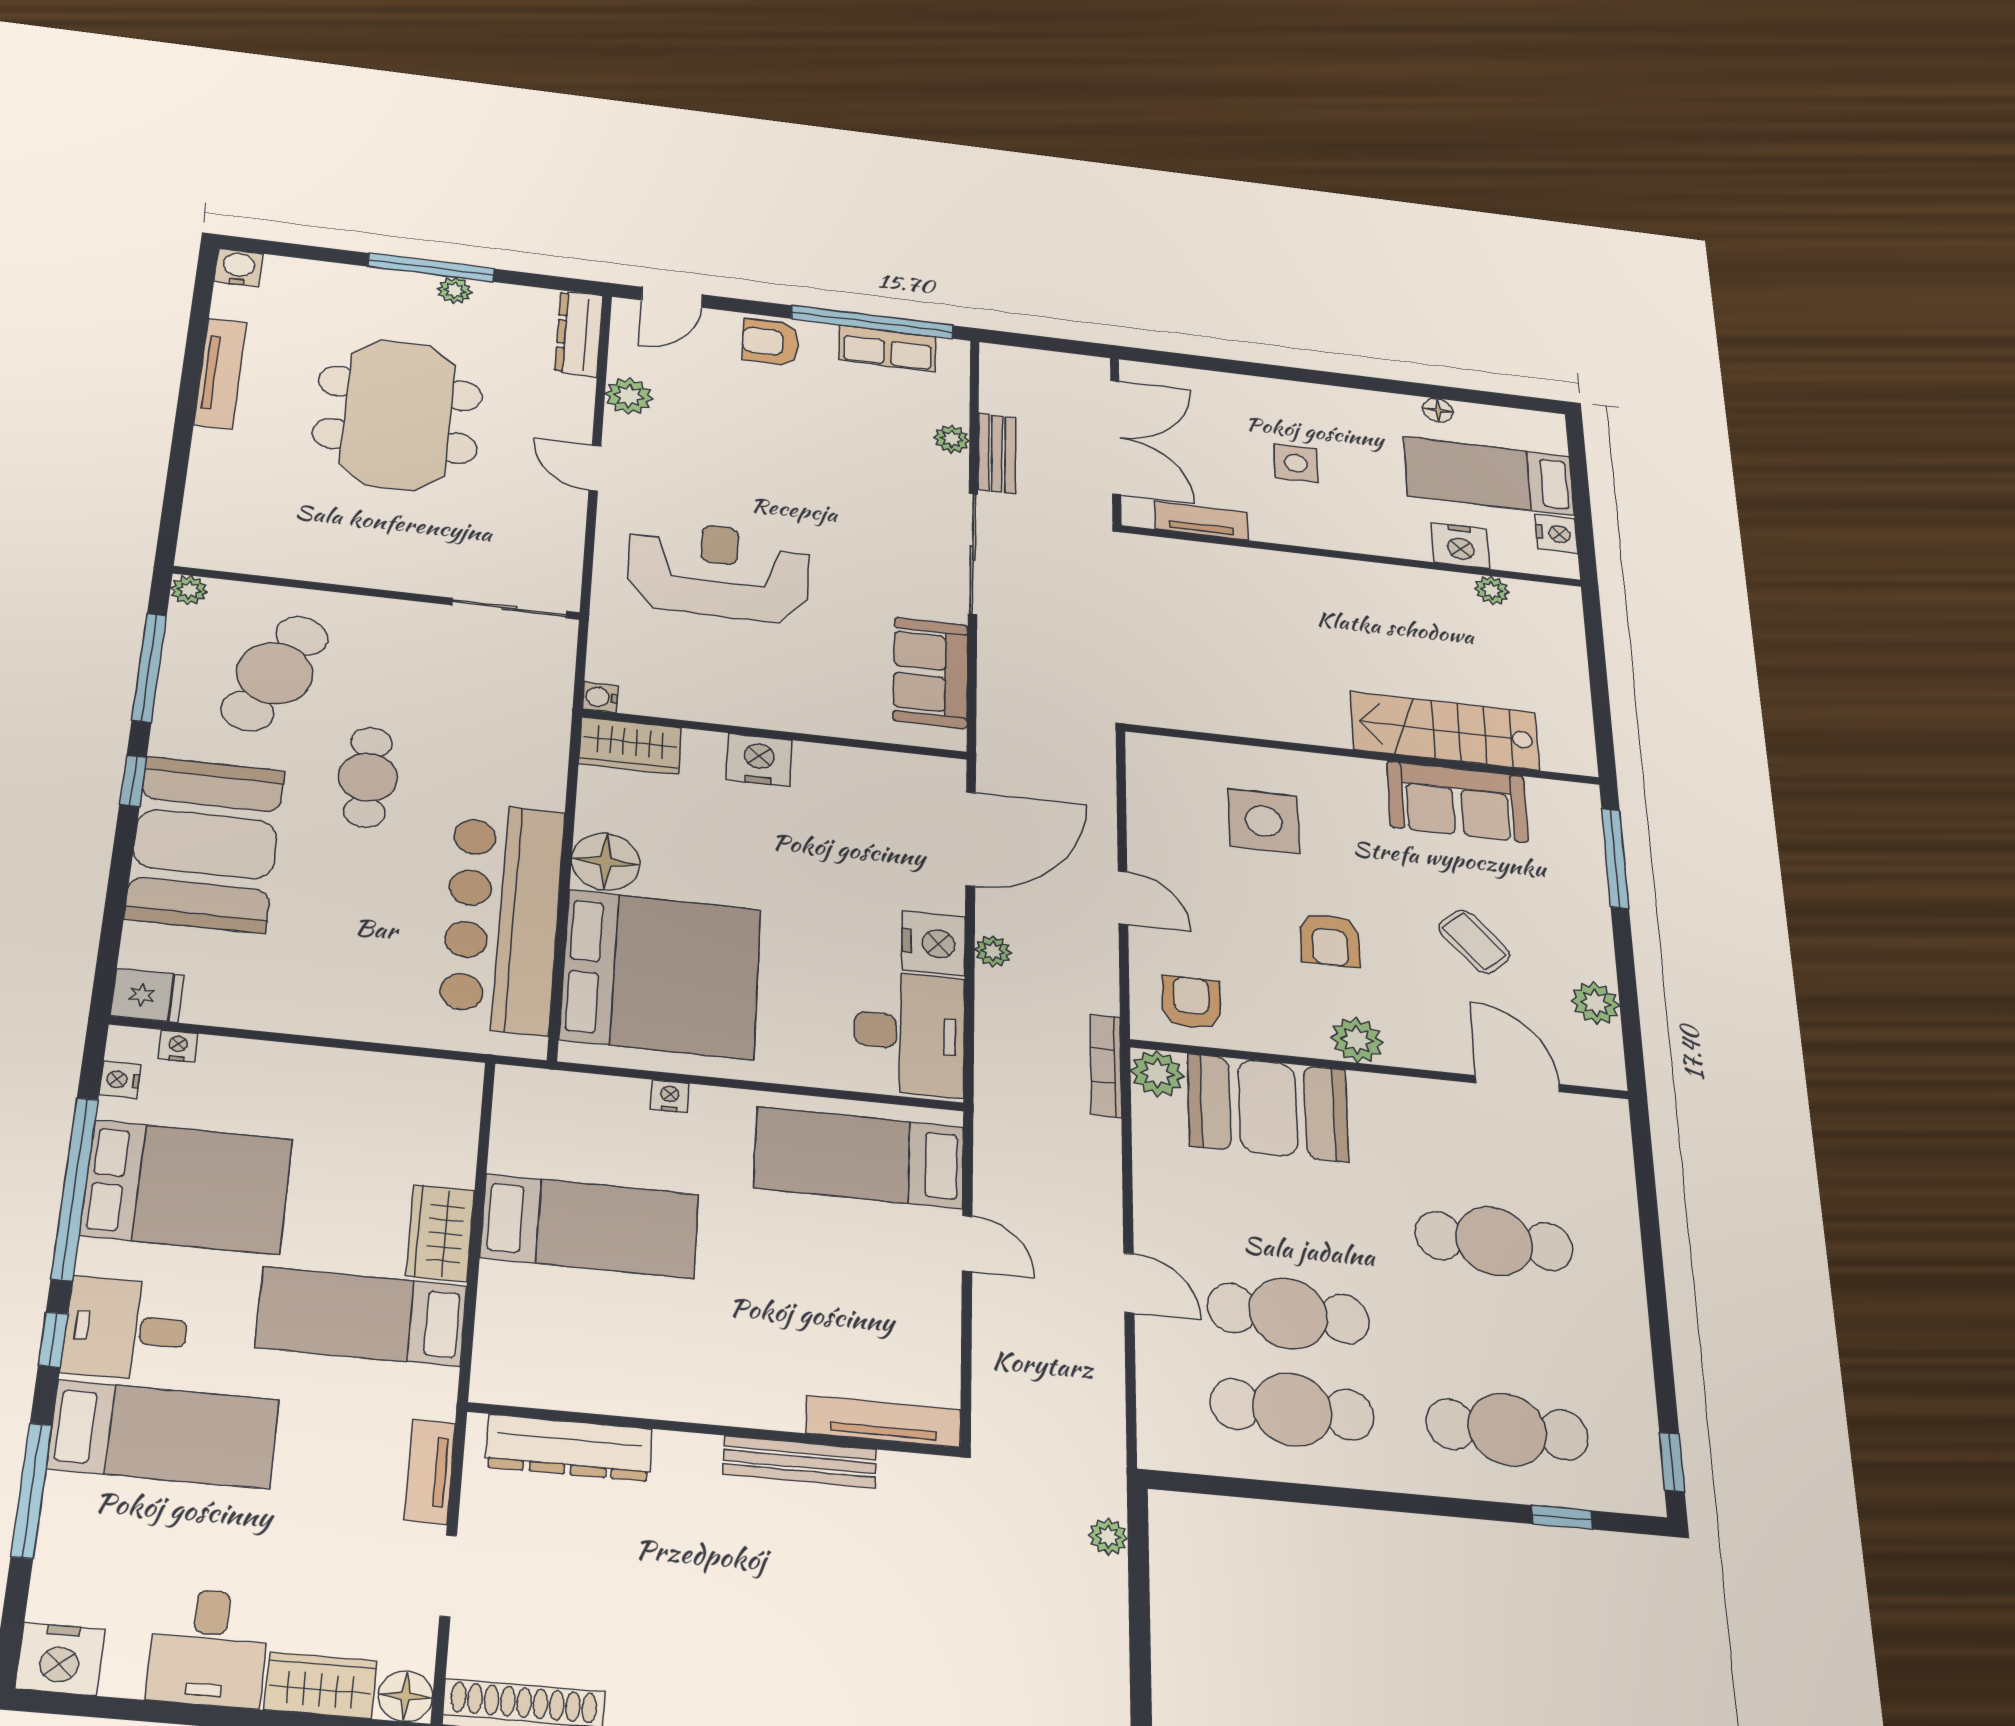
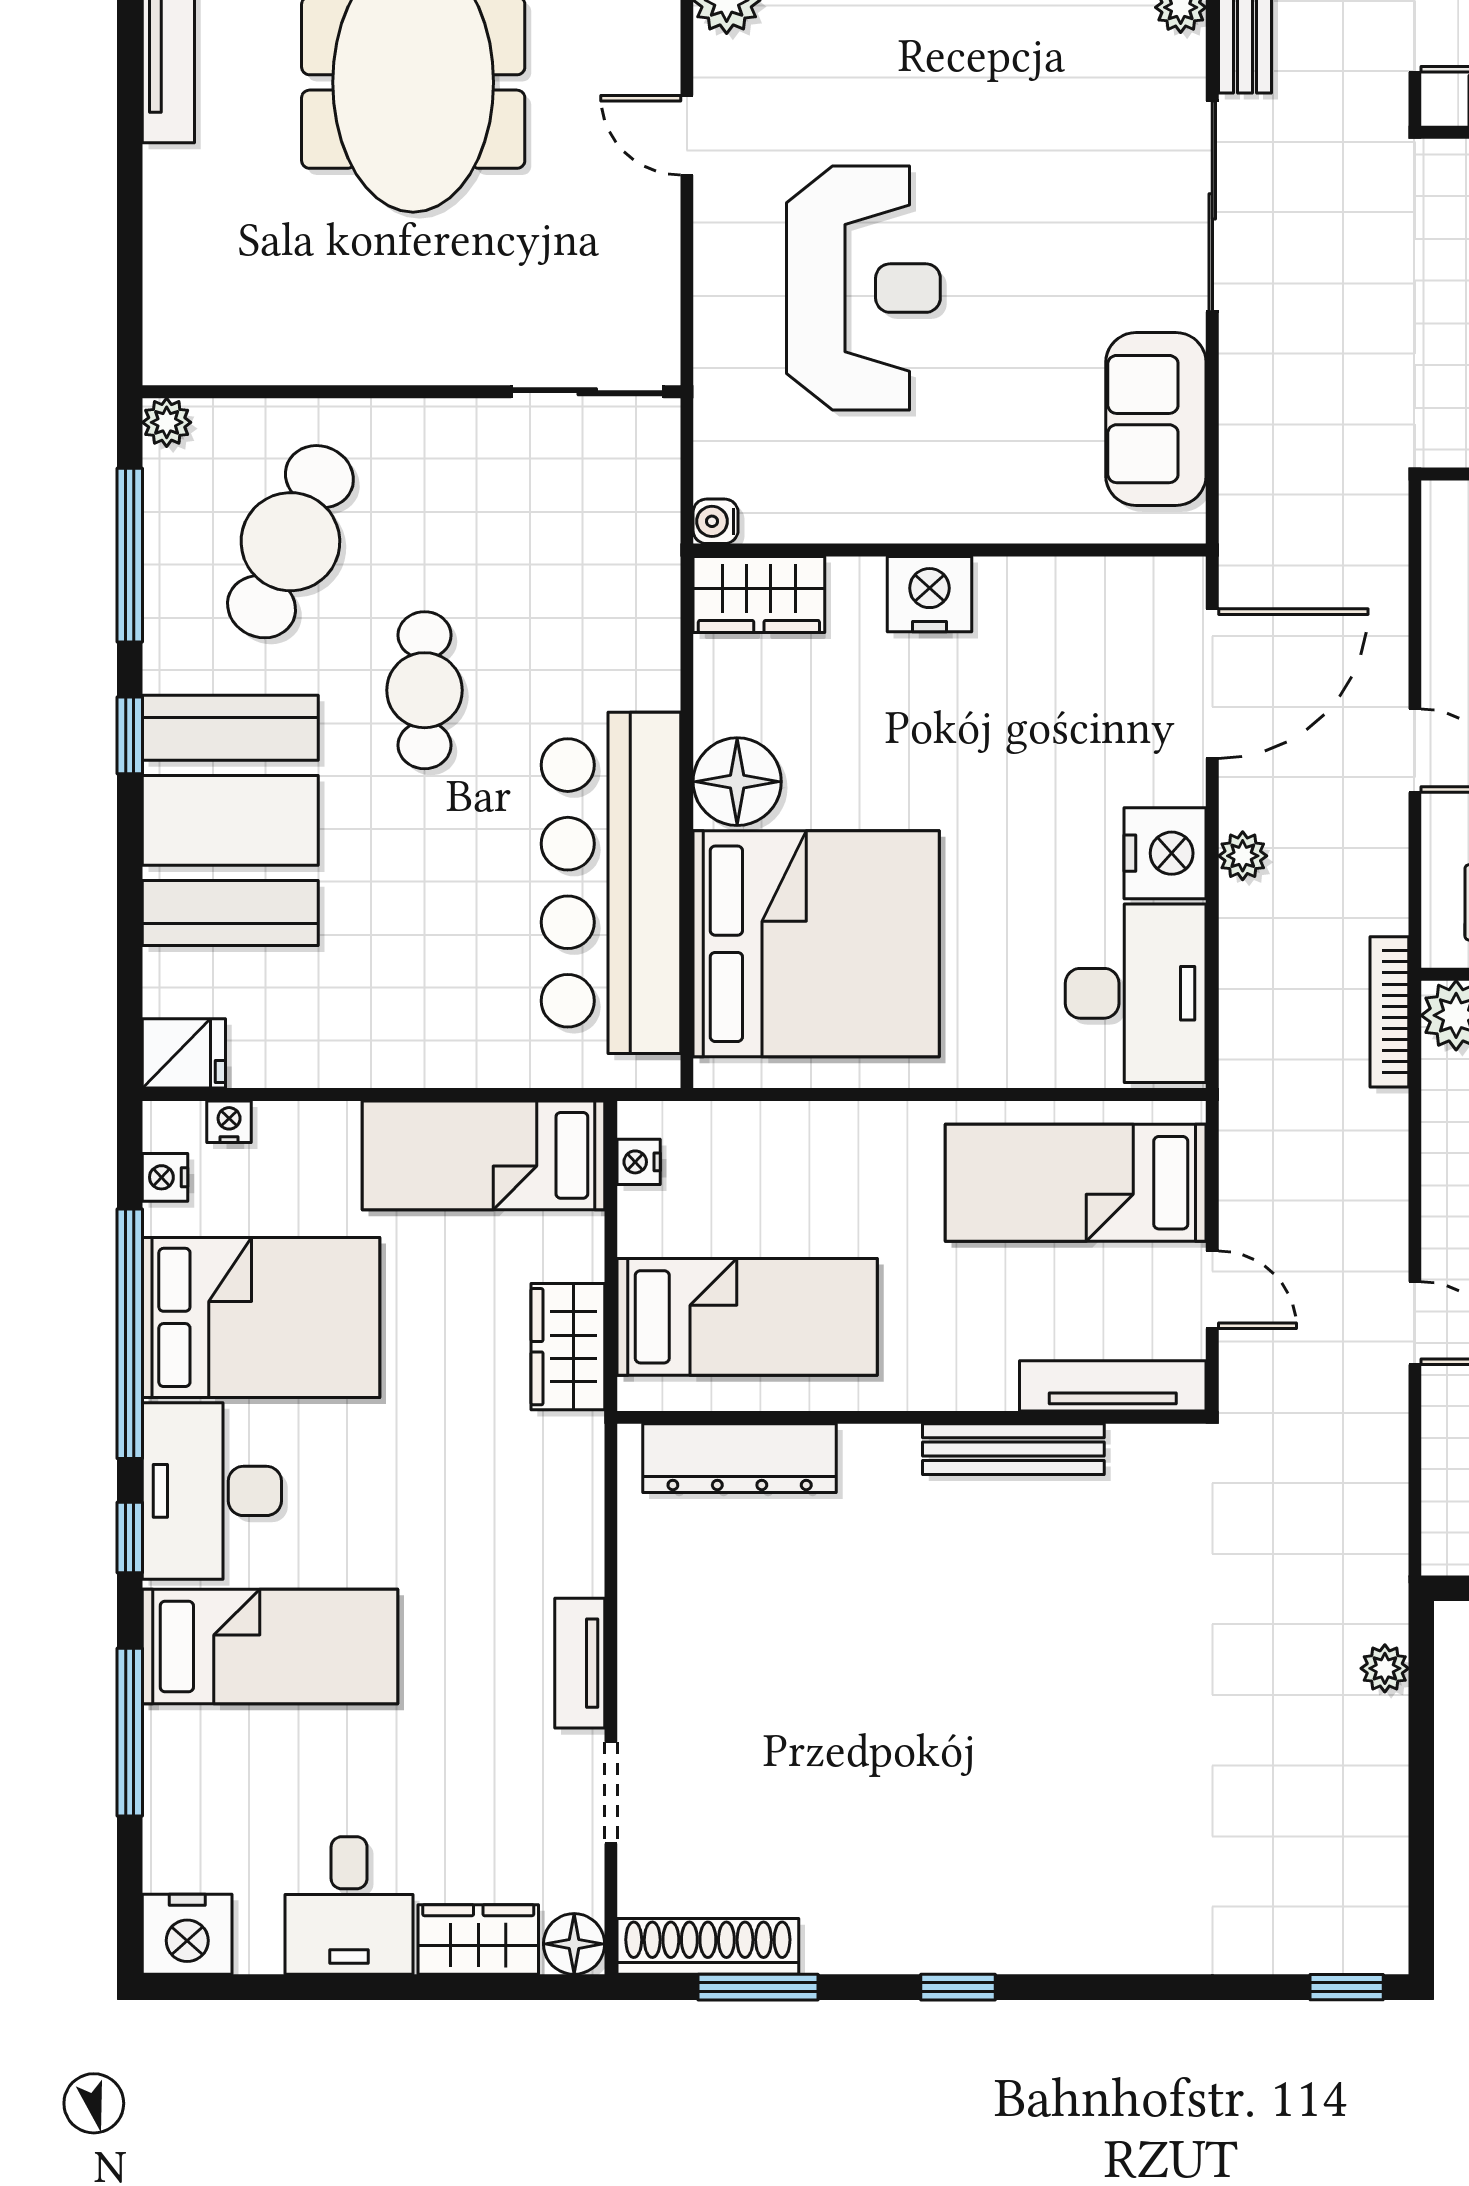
reception desk: (719, 571) -> (863, 288), turned 90
nightstand: (670, 1096) -> (639, 1162), moved, turned -90
bed: (361, 1317) -> (483, 1155), moved
desk: (126, 1329) -> (212, 1491), width x1.37
tv unit: (884, 1421) -> (1113, 1386), moved
wall: (716, 1430) -> (912, 1417), moved
dresser: (569, 1448) -> (740, 1458), moved
bench: (800, 1462) -> (1013, 1449), moved

